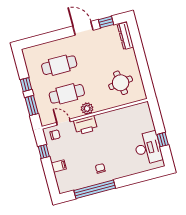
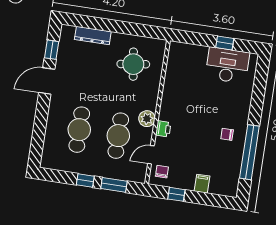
dresser: (125, 36) -> (93, 35), moved
printer: (86, 125) -> (163, 129), width x0.53, depth x0.68

